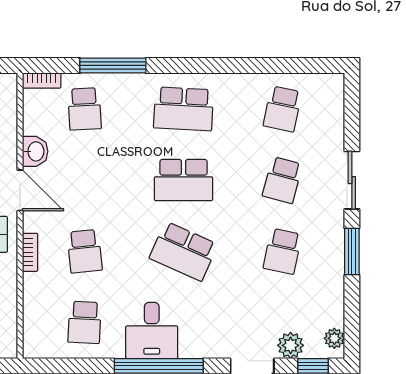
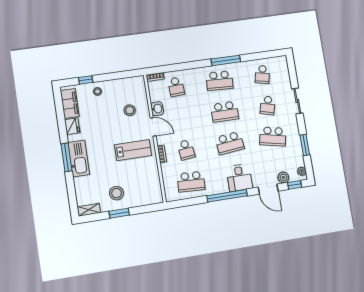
window: (113, 65) -> (226, 60), moved
school desk: (184, 251) -> (230, 143), turned -30
school desk: (282, 251) -> (273, 136), width x1.85
window: (352, 251) -> (305, 145), moved
school desk: (85, 322) -> (191, 182), width x1.85
desk: (152, 330) -> (239, 178), moved

